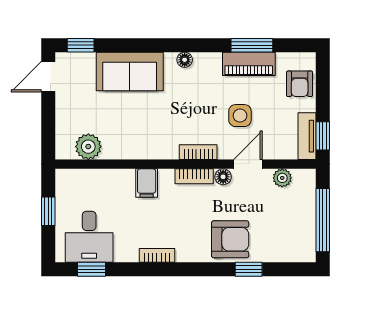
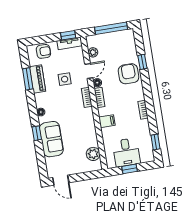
window: (81, 45) -> (37, 133), moved
door: (248, 164) -> (89, 71), swing flipped
desk: (89, 237) -> (126, 152), moved, turned 90

